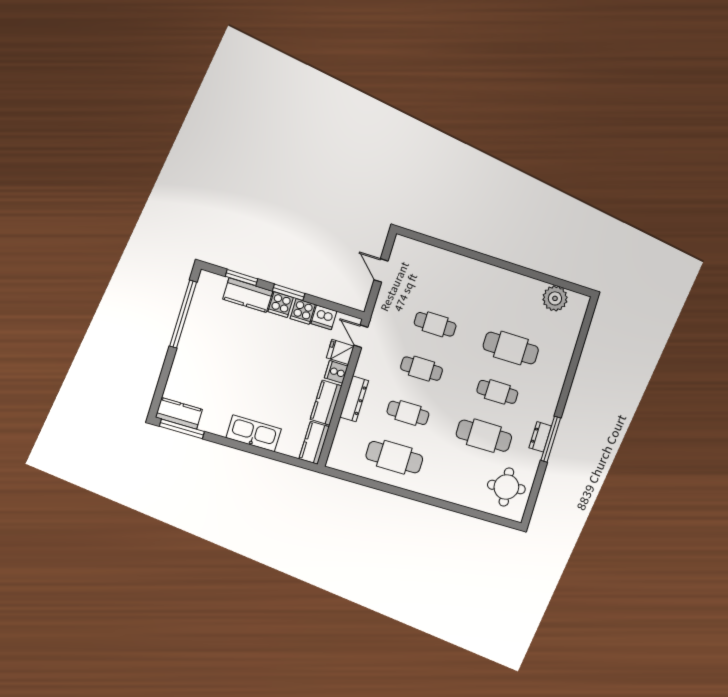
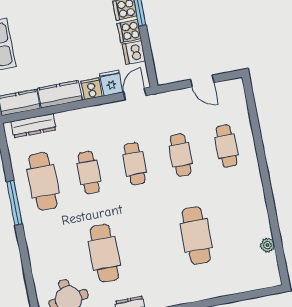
door: (381, 270) -> (202, 81), swing flipped
plant: (555, 298) -> (267, 245), width x0.53, depth x0.53
cafe table: (497, 392) -> (227, 146), moved
dresser: (354, 399) -> (33, 126), moved
window: (400, 492) -> (14, 203), added

